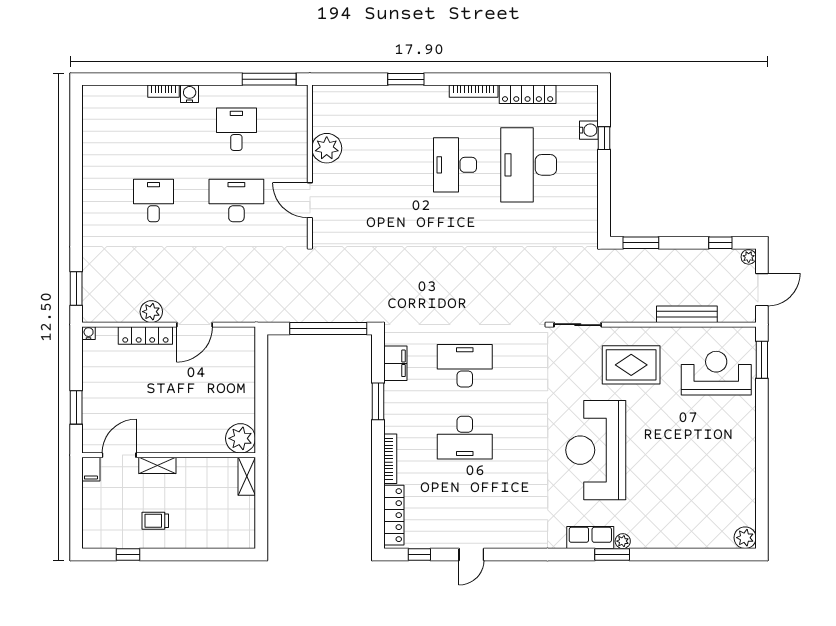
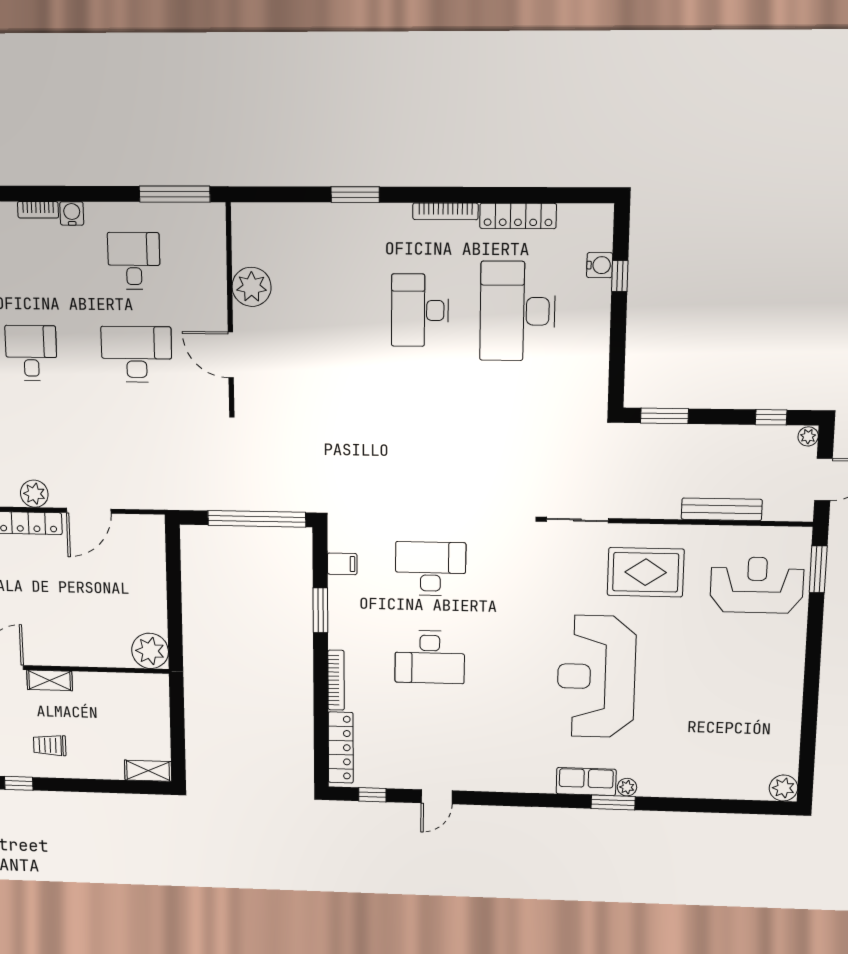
filing cabinet: (395, 363) -> (342, 564), width x0.50
shelving: (247, 476) -> (148, 771), moved, turned 90

